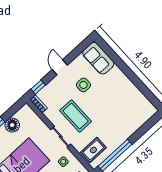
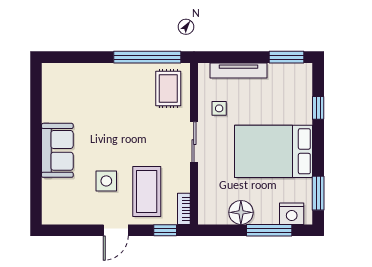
sofa: (98, 58) -> (57, 150), moved
coffee table: (76, 116) -> (147, 191), moved
rug: (93, 150) -> (168, 88), turned 90

